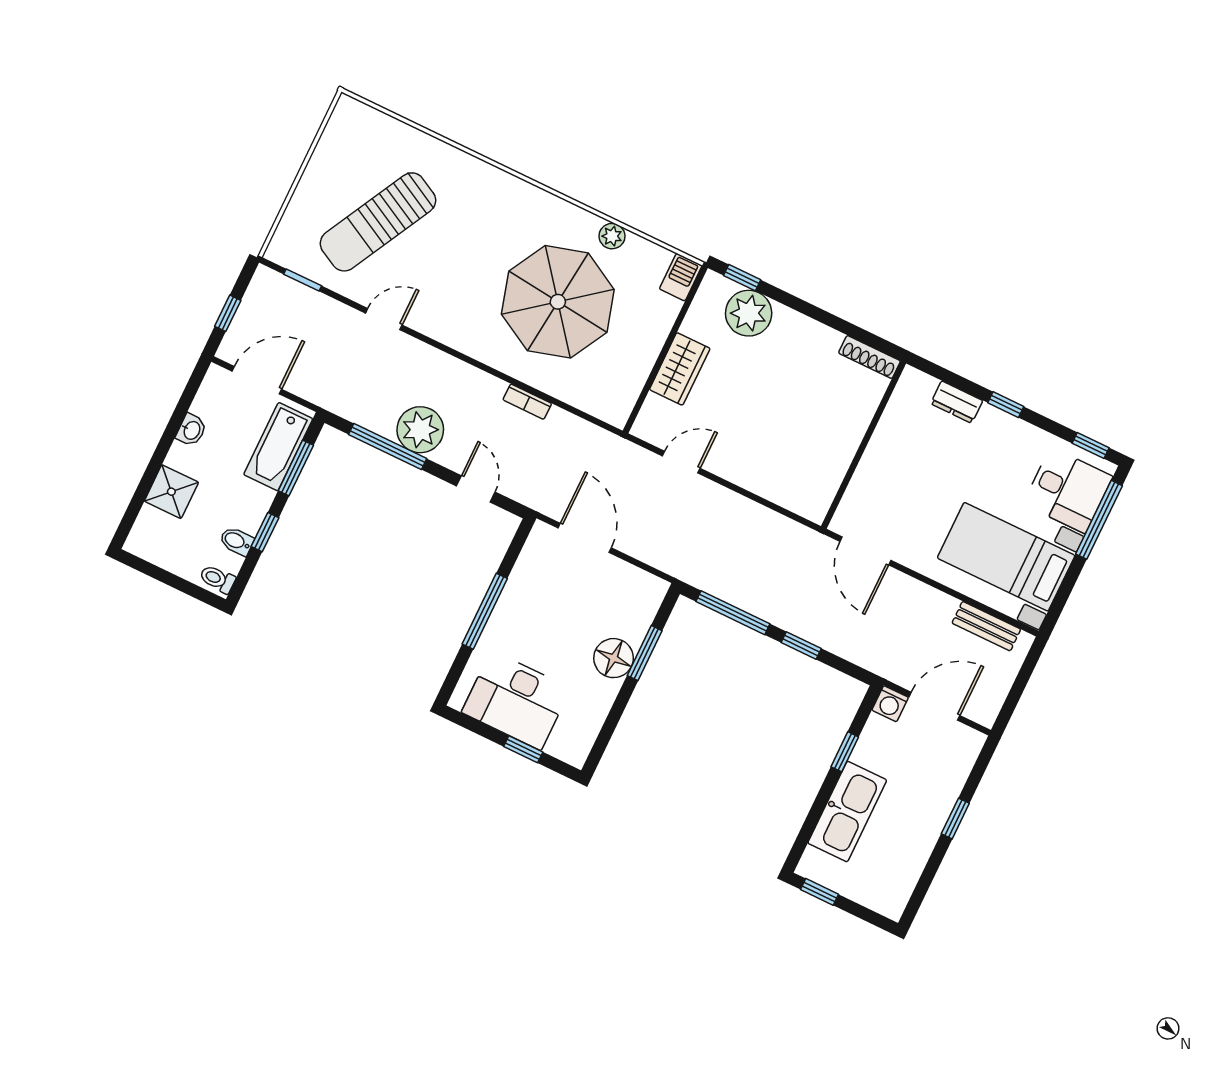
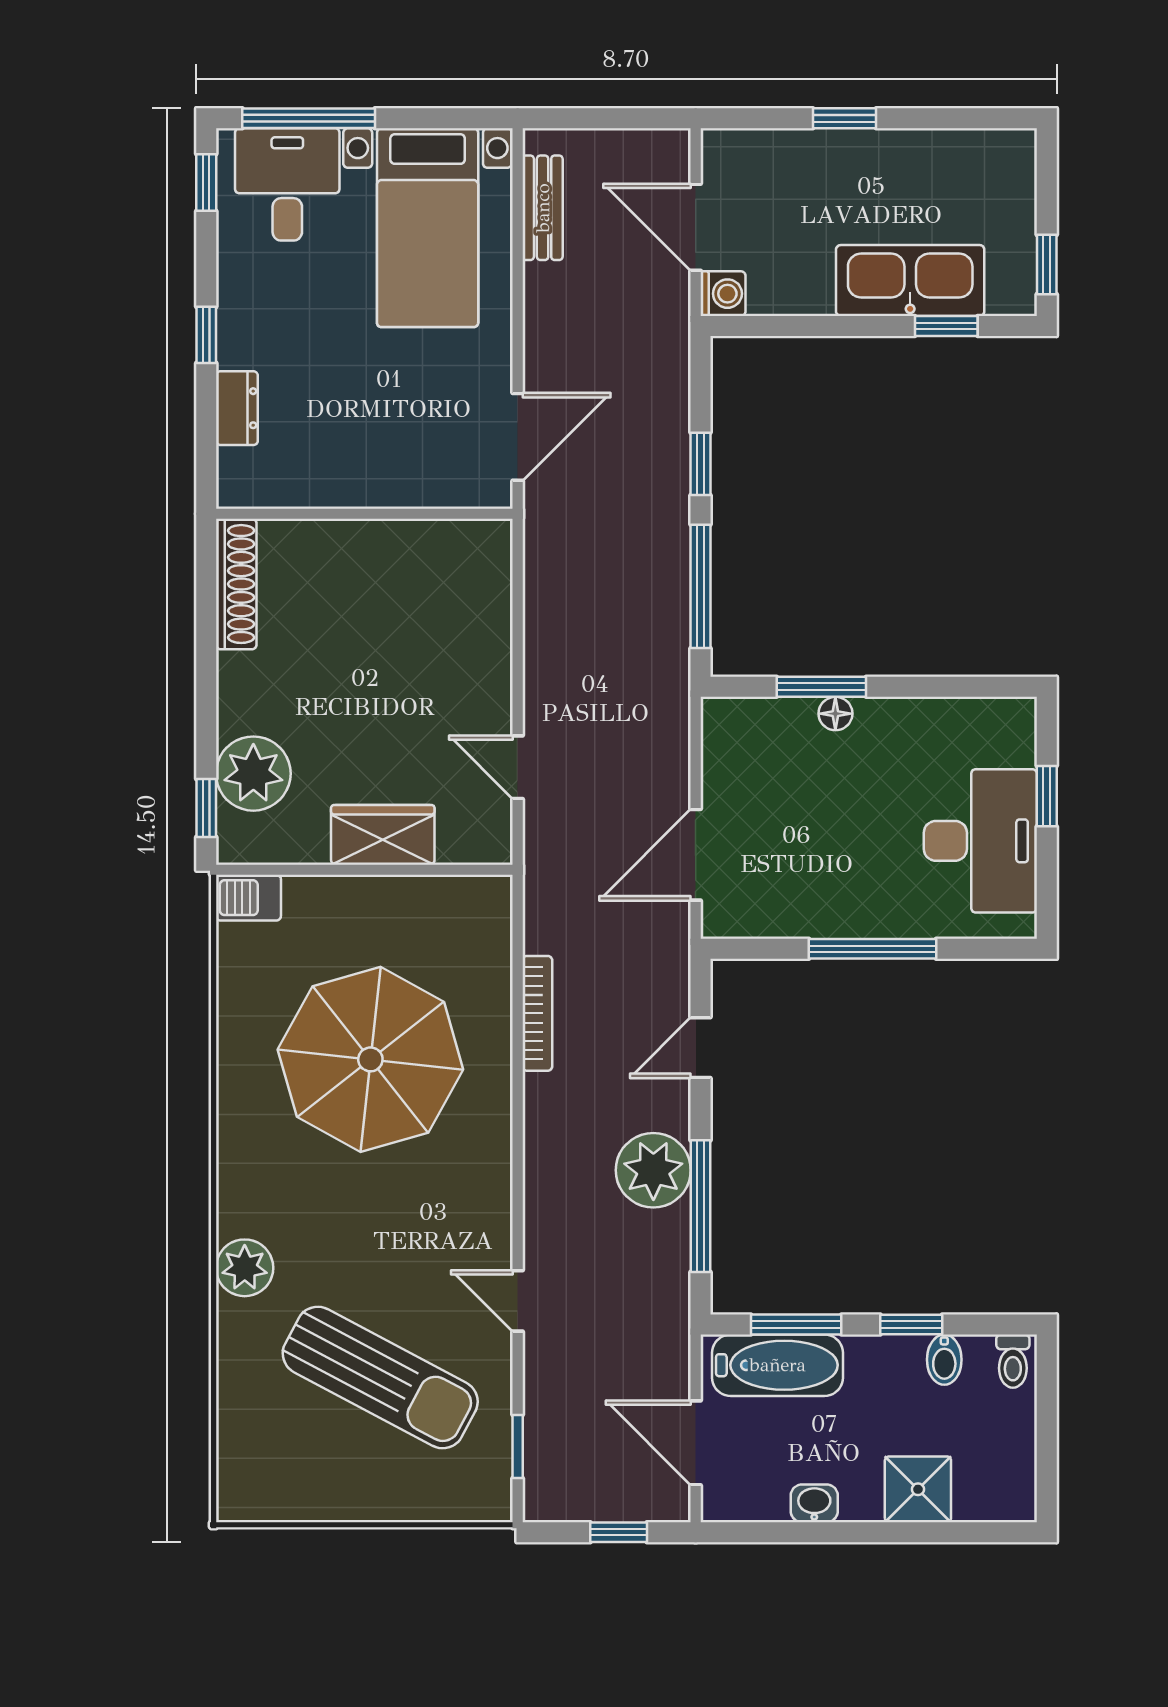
plant: (612, 236) -> (245, 1268), moved, width x1.38, depth x1.38
shoe rack: (869, 357) -> (236, 584), width x1.36, depth x1.24
bookcase: (527, 402) -> (537, 1013), width x1.56
floor lamp: (614, 658) -> (835, 714), width x0.53, depth x0.53
window: (845, 752) -> (946, 326), moved

